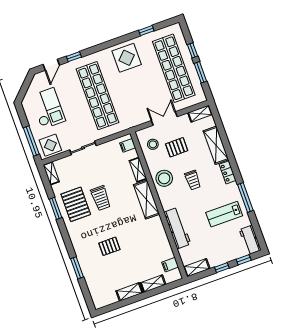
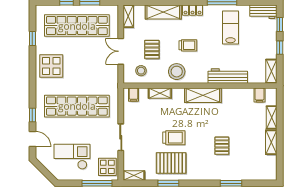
shelving: (146, 199) -> (203, 95), moved
lab bench: (224, 214) -> (230, 27), turned 180

